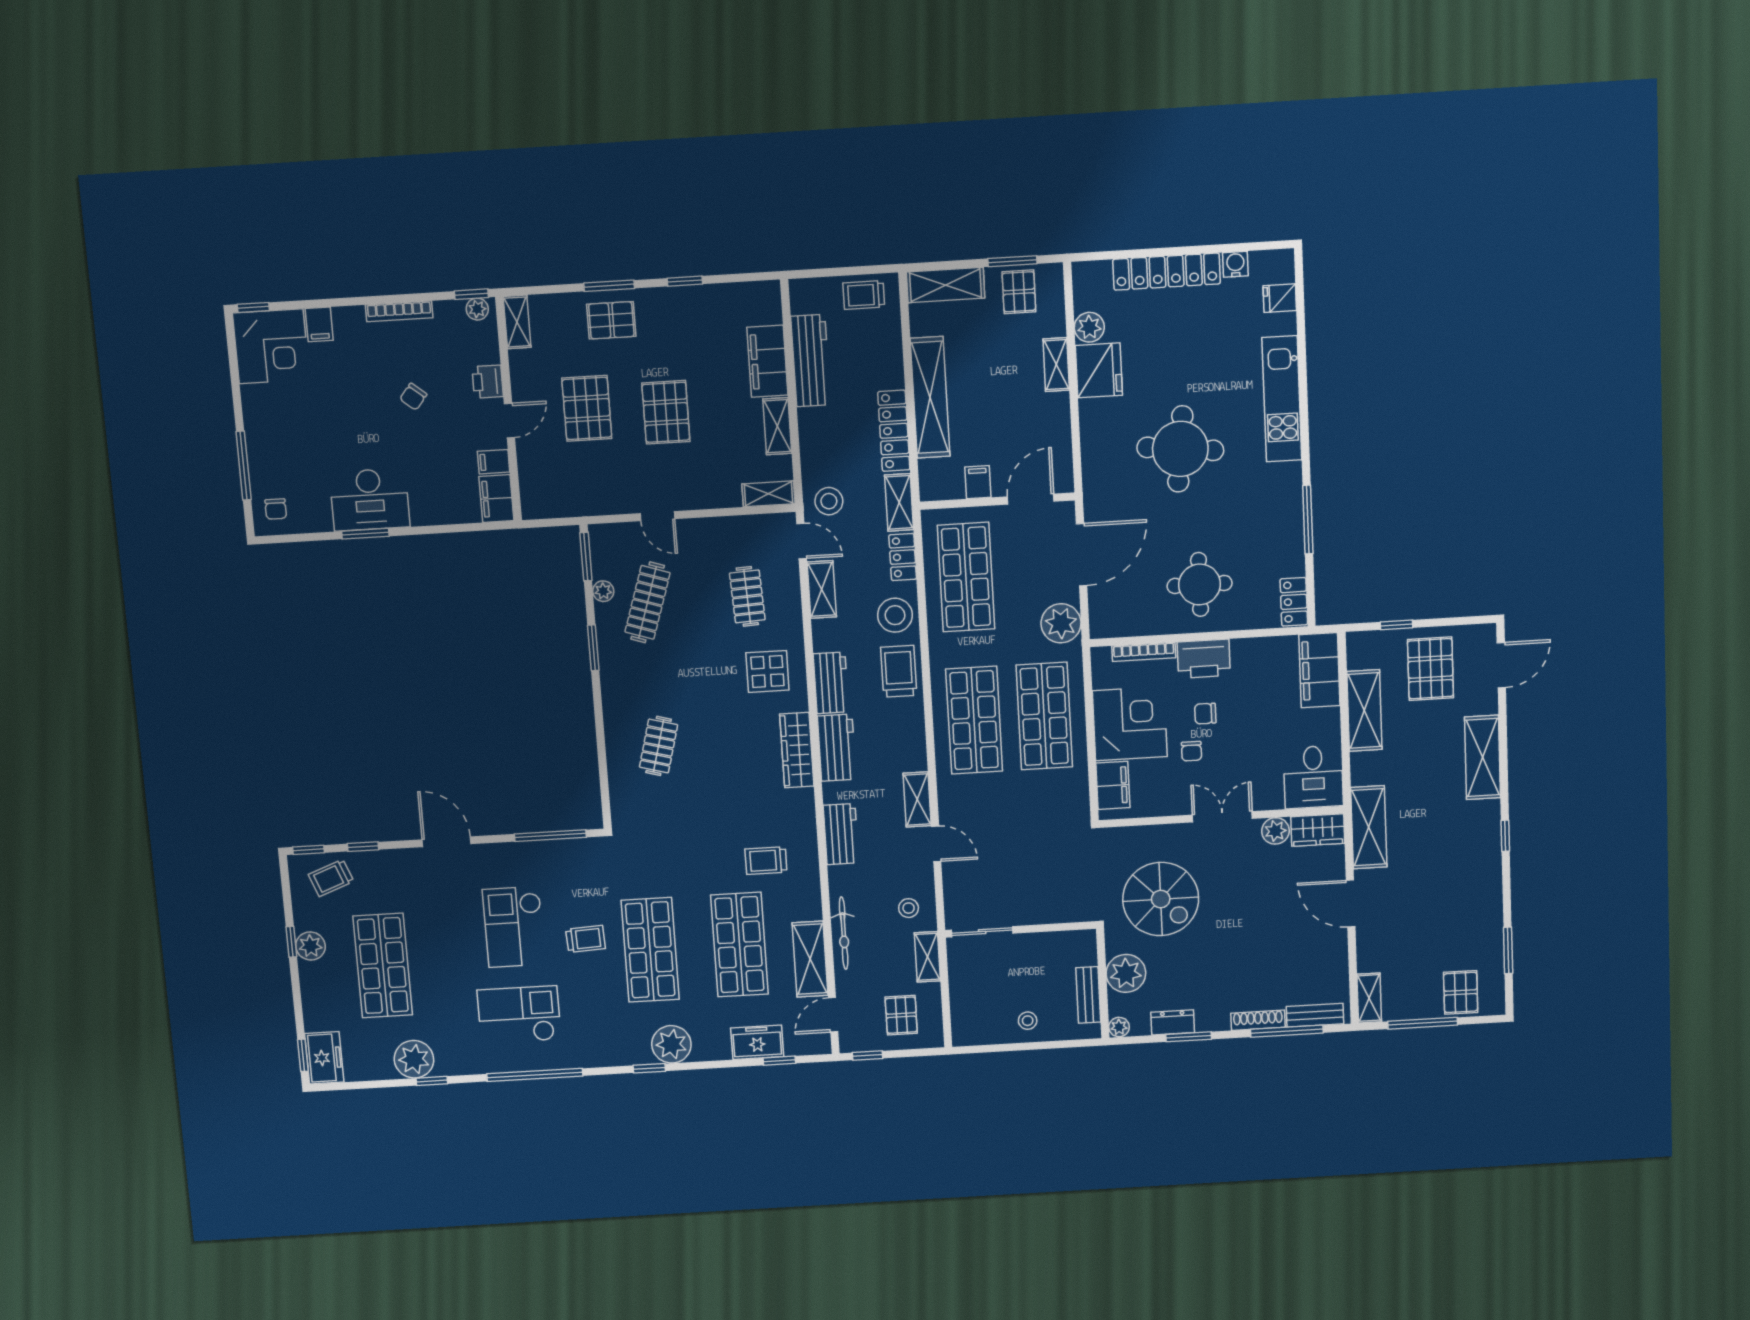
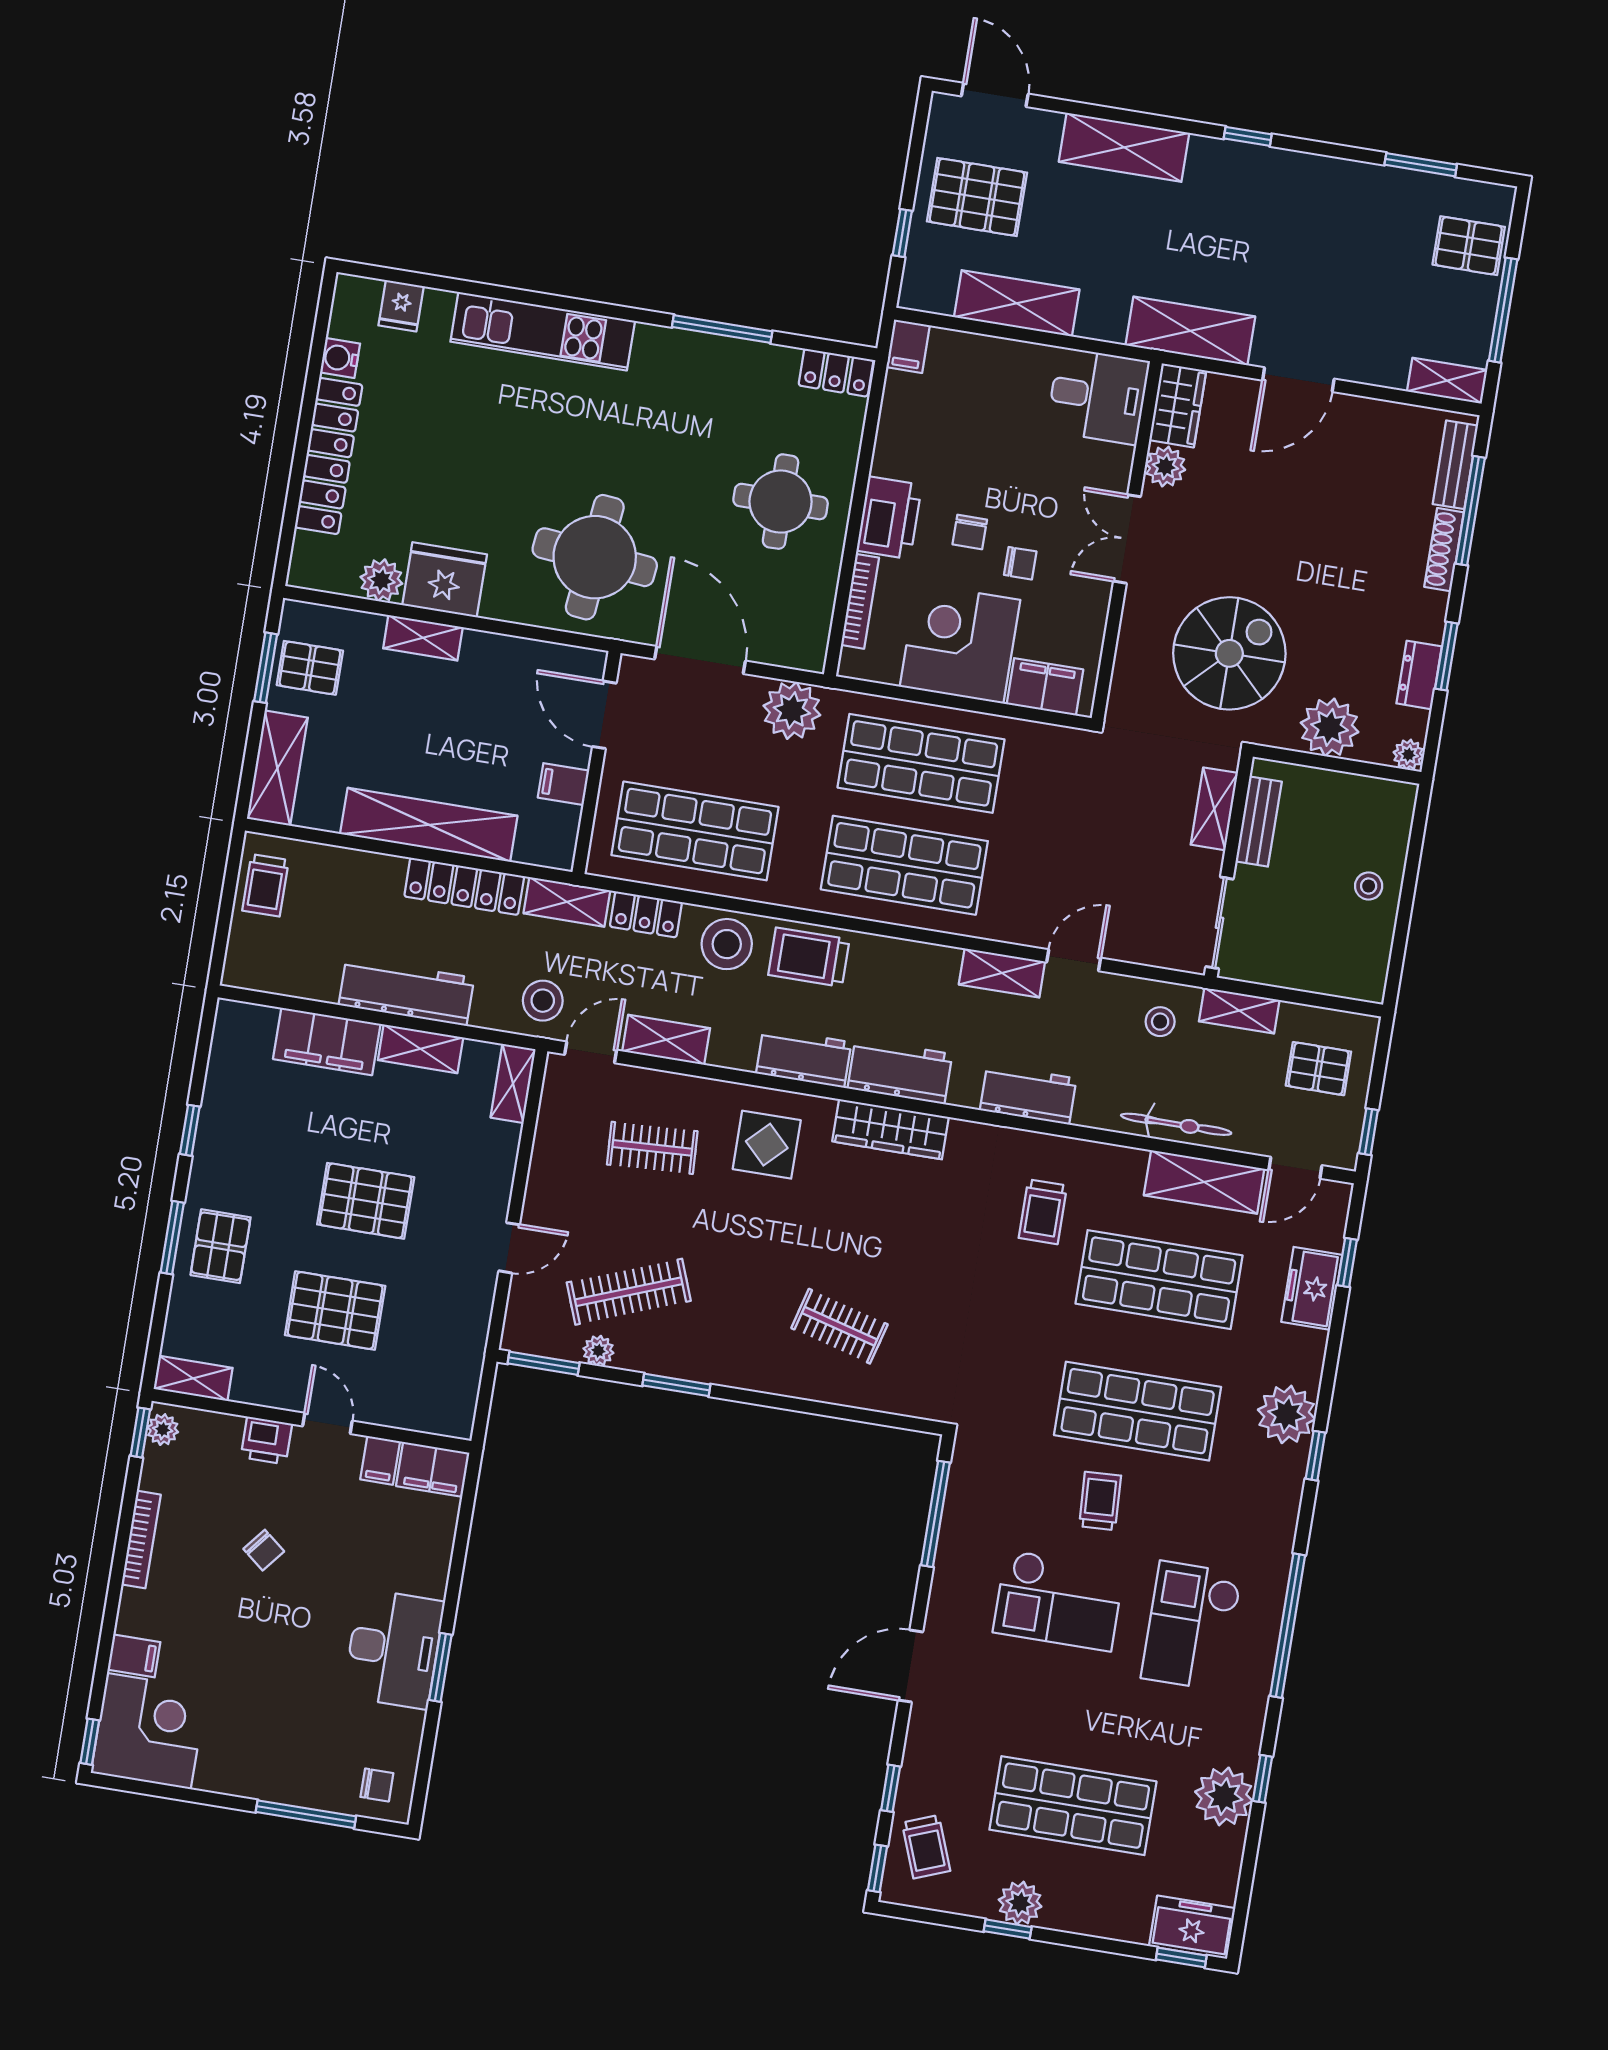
workbench: (811, 361) -> (406, 991), moved
round table: (1180, 449) -> (595, 557), moved
clothes rail: (648, 602) -> (629, 1292), turned -39
filing cabinet: (1319, 670) -> (908, 346), width x0.33, depth x0.86
shelving: (1056, 912) -> (1214, 809), added
bench: (1088, 995) -> (1259, 822), moved, turned 90
door: (833, 1015) -> (1295, 1168), hinge flipped

